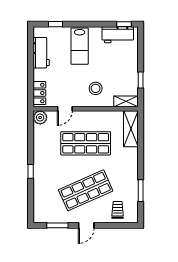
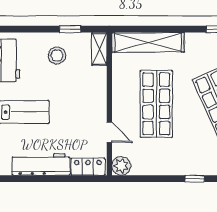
workbench: (41, 53) -> (41, 164), width x1.37
stool: (96, 88) -> (57, 55), moved
shelving: (131, 129) -> (148, 42), width x1.47

